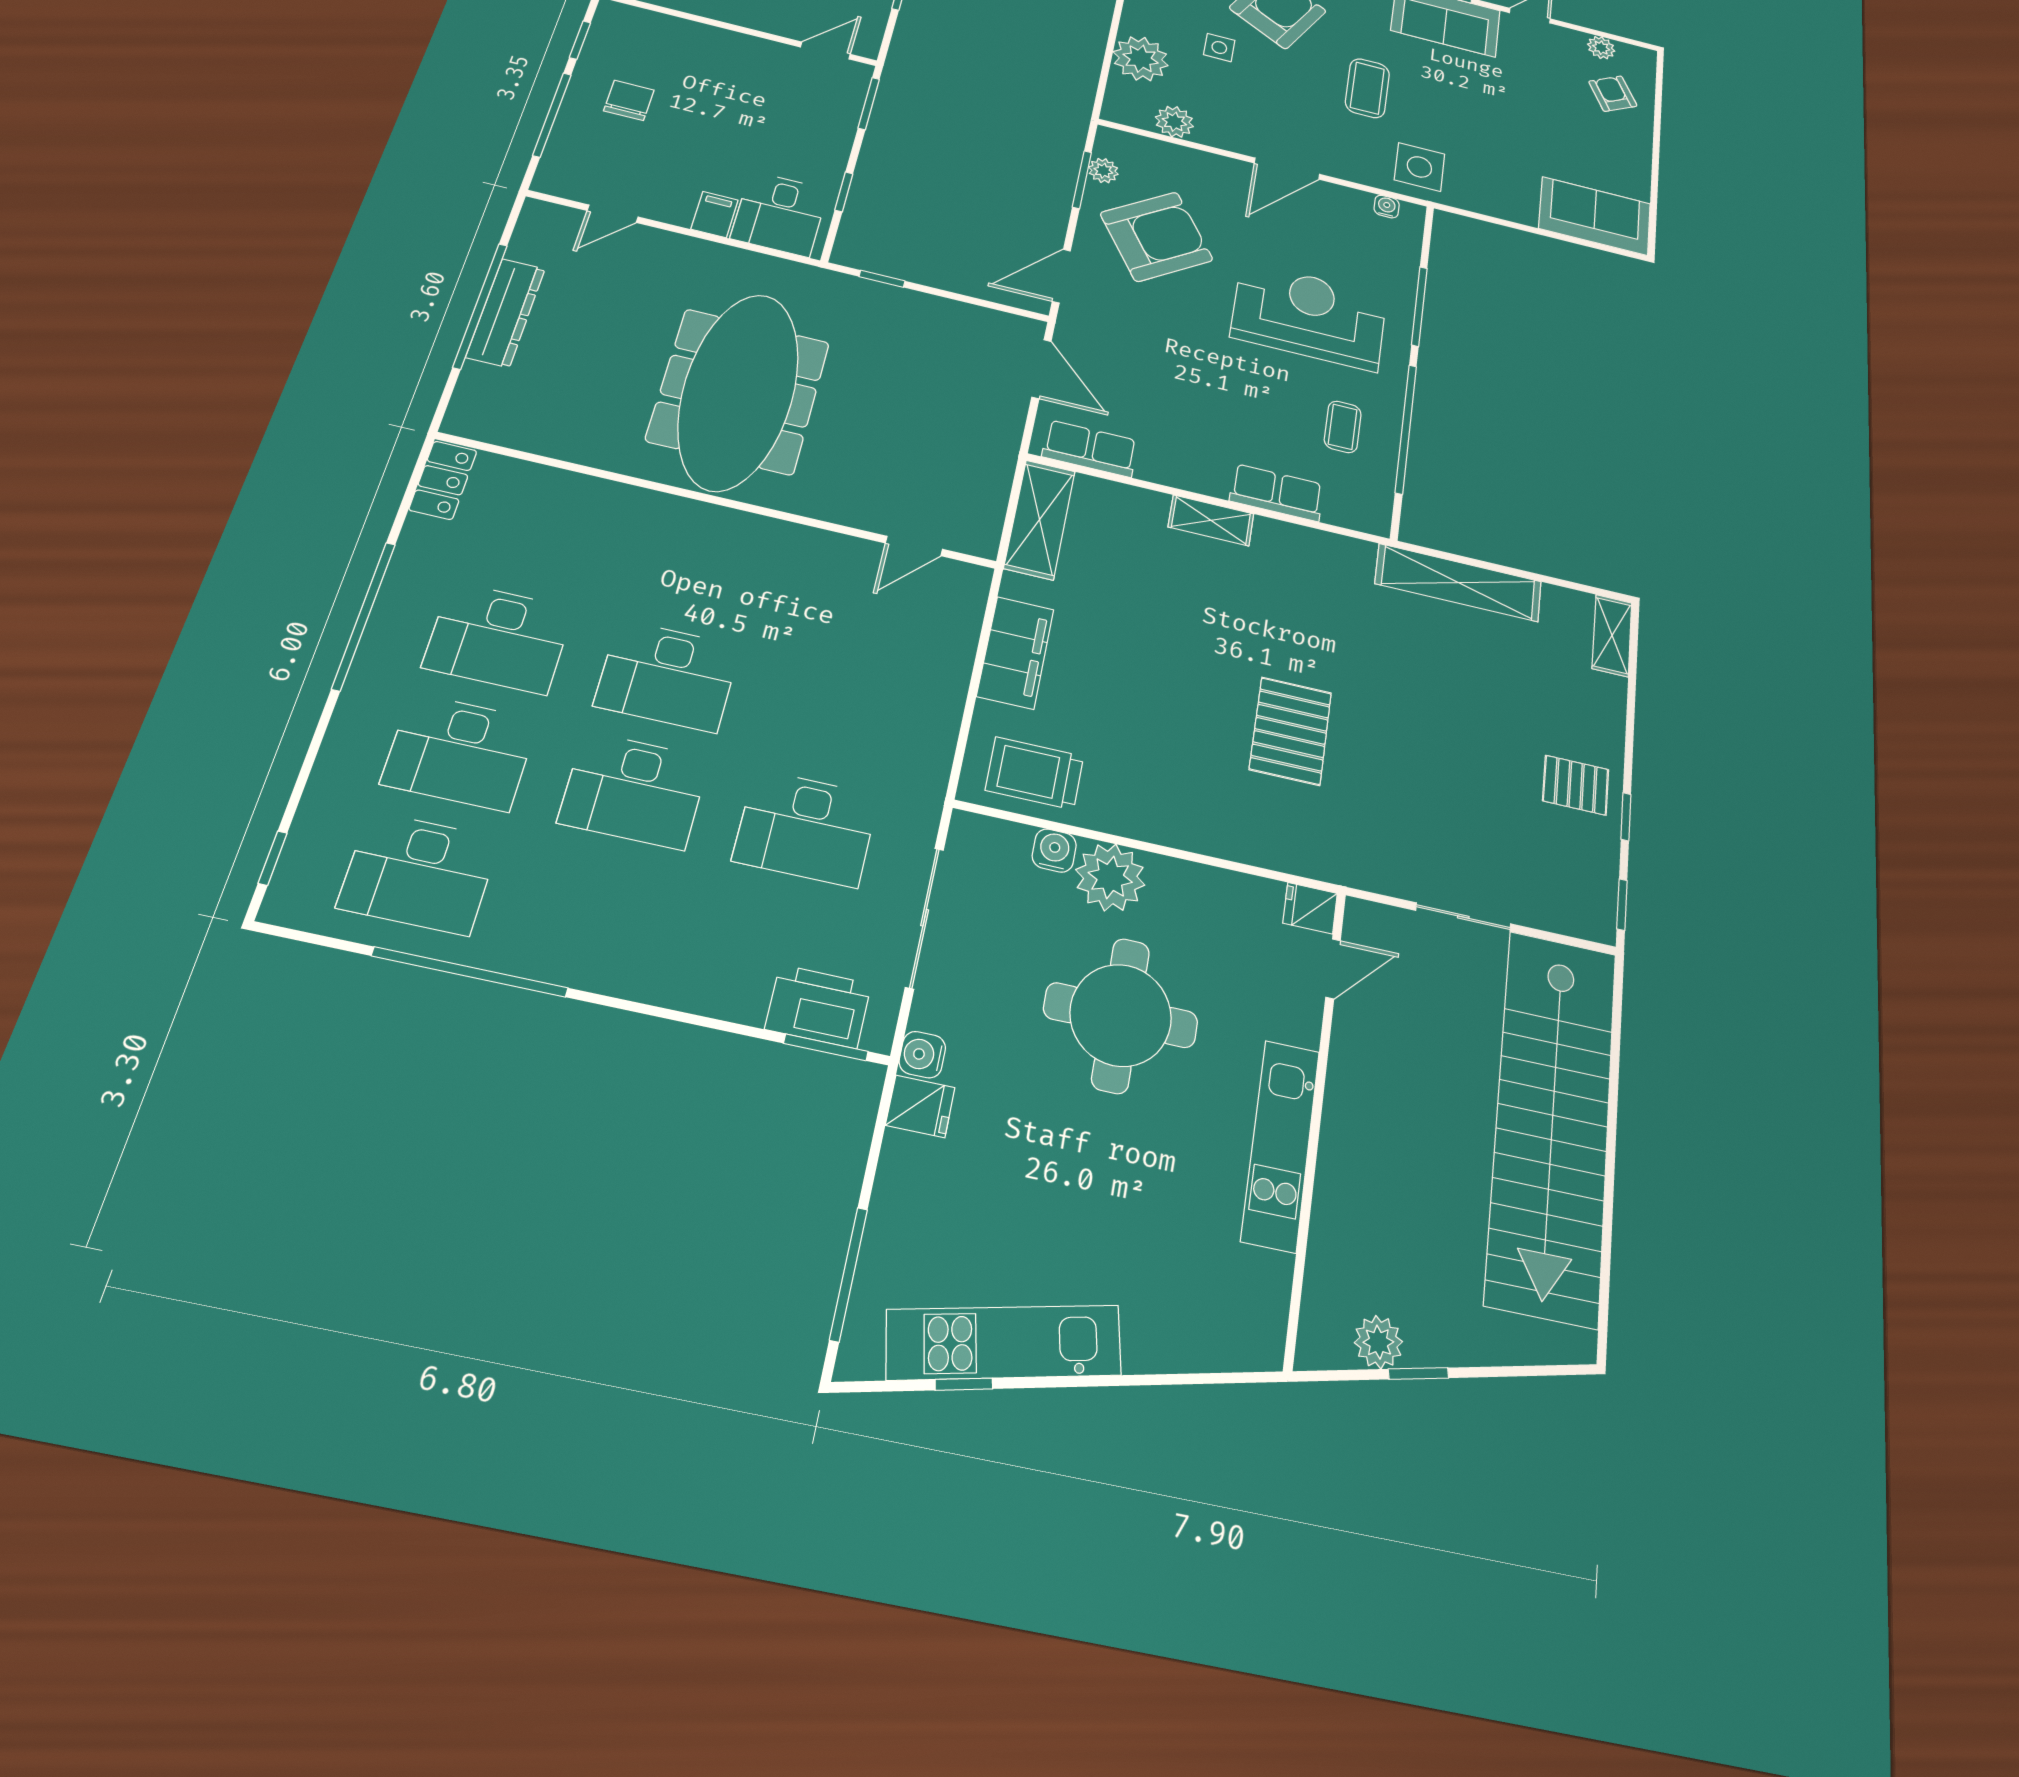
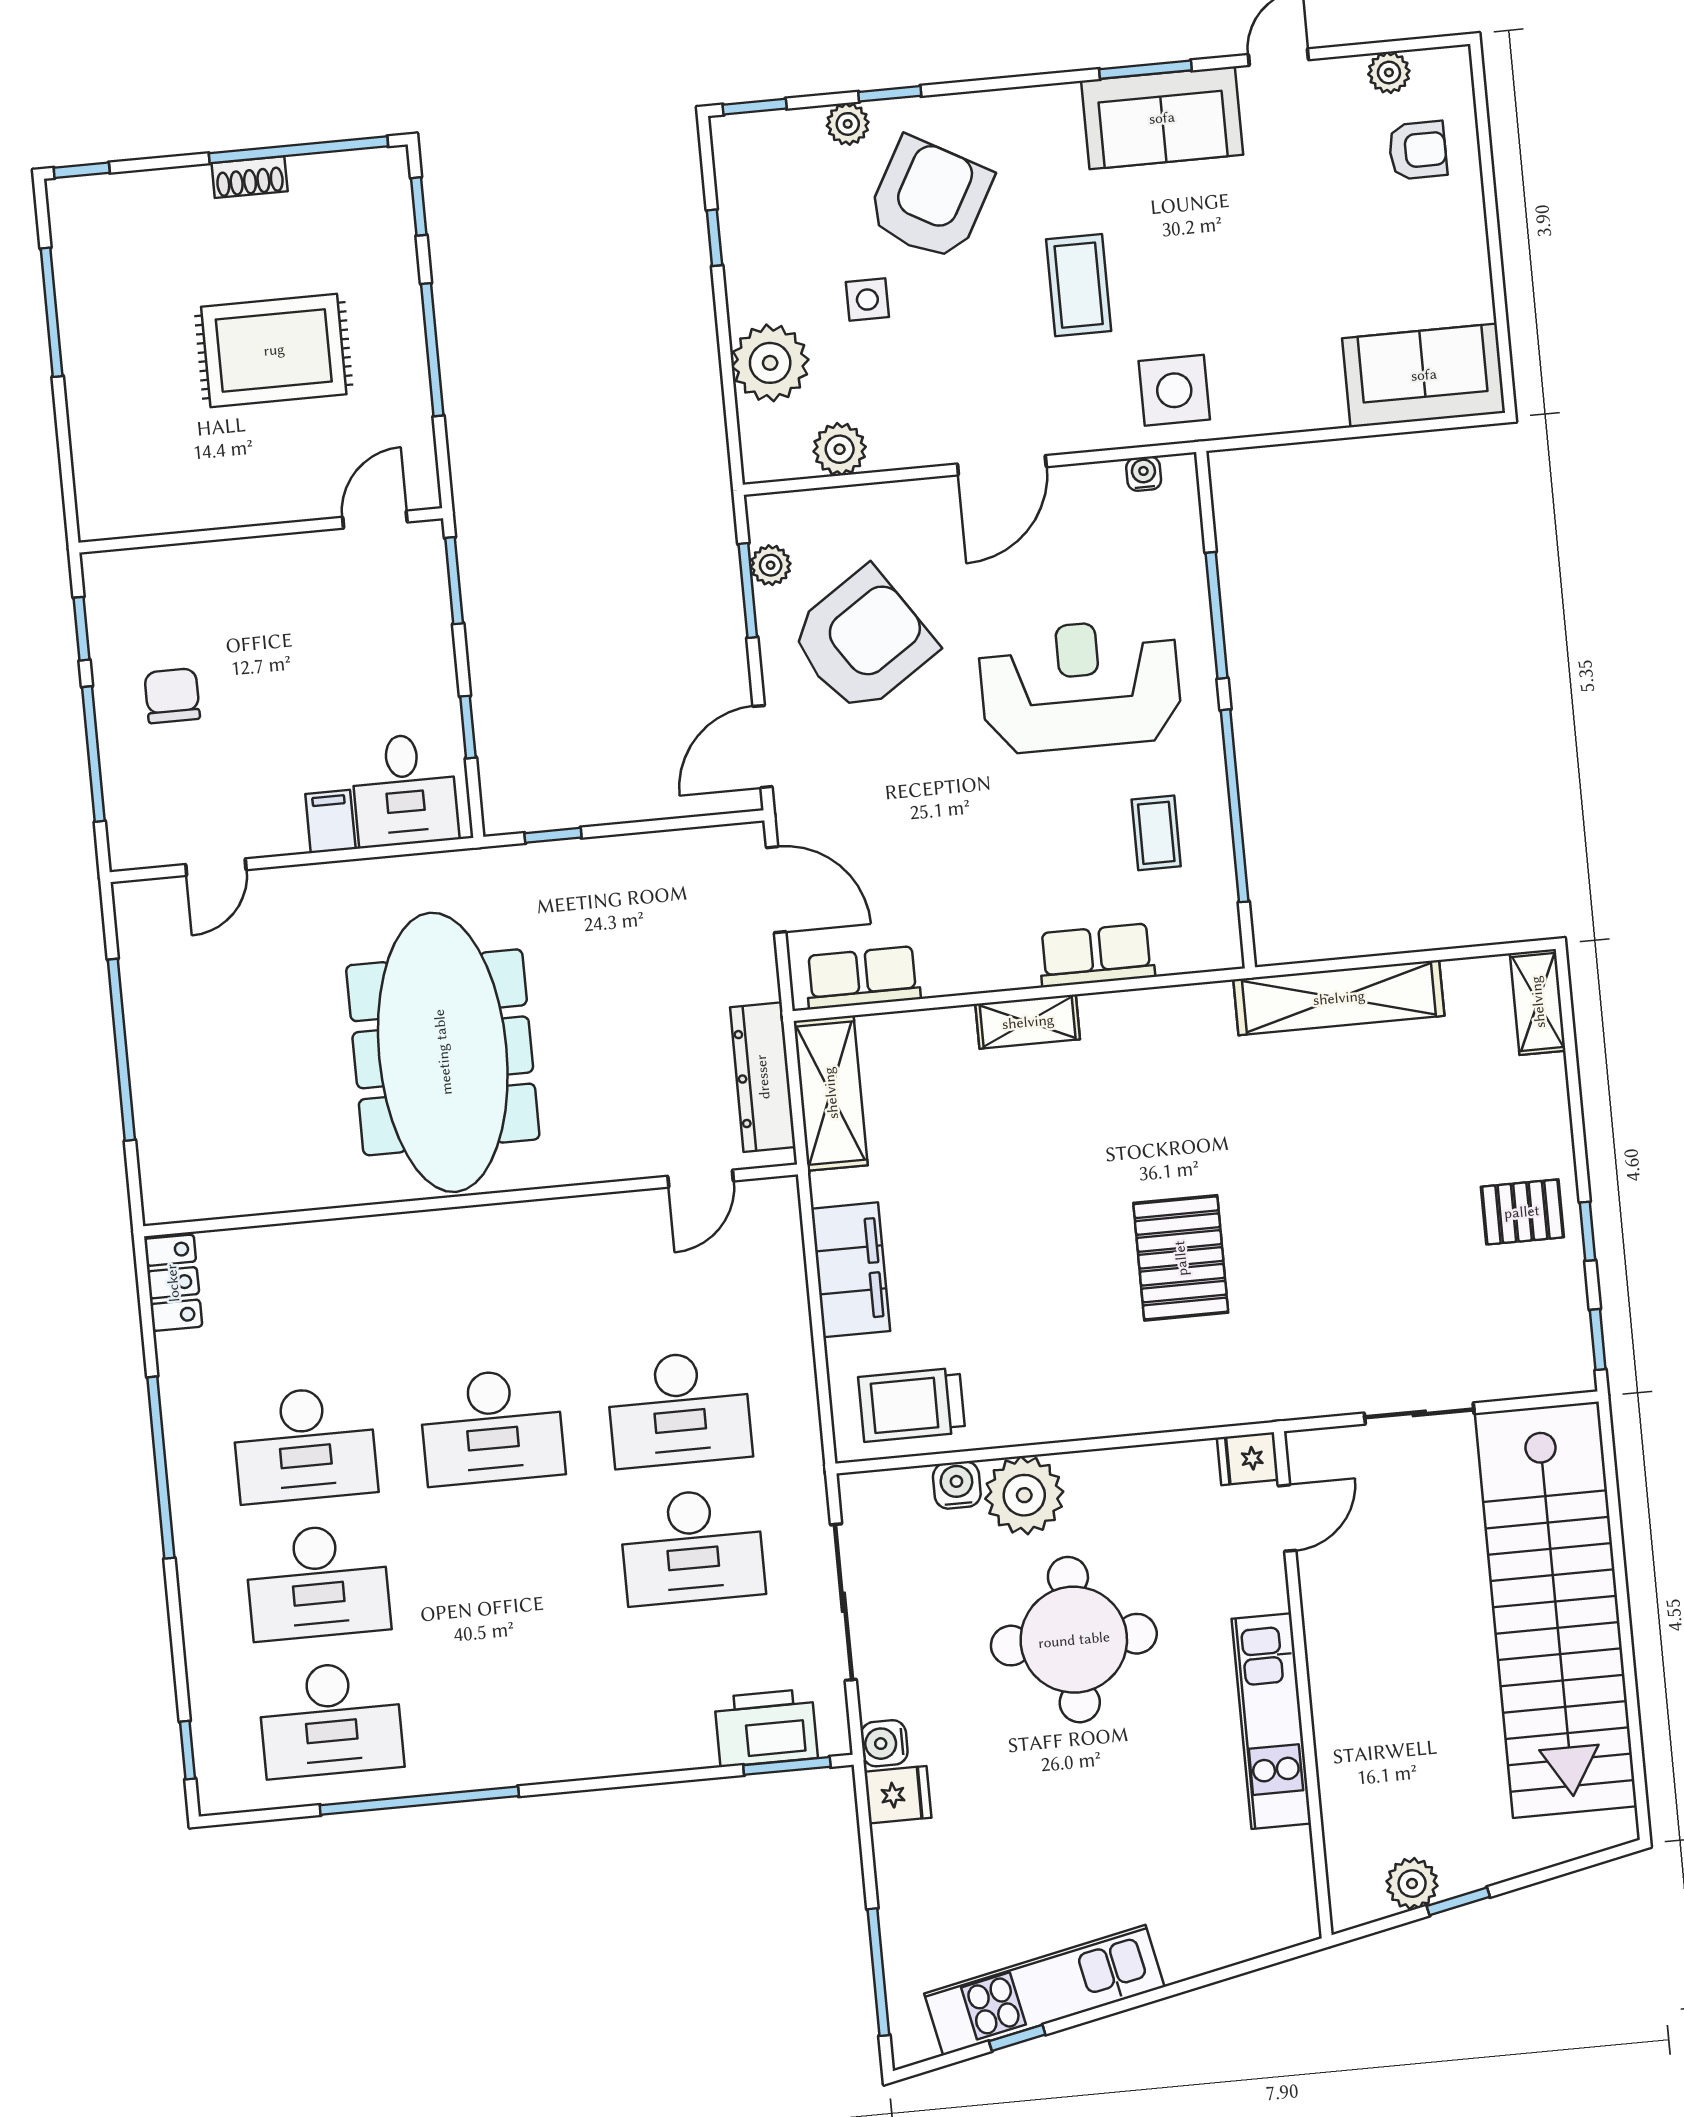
armchair: (1613, 94) -> (1418, 150), turned 118
dresser: (506, 313) -> (763, 1077), moved, turned 180
desk: (634, 790) -> (679, 1409), moved

